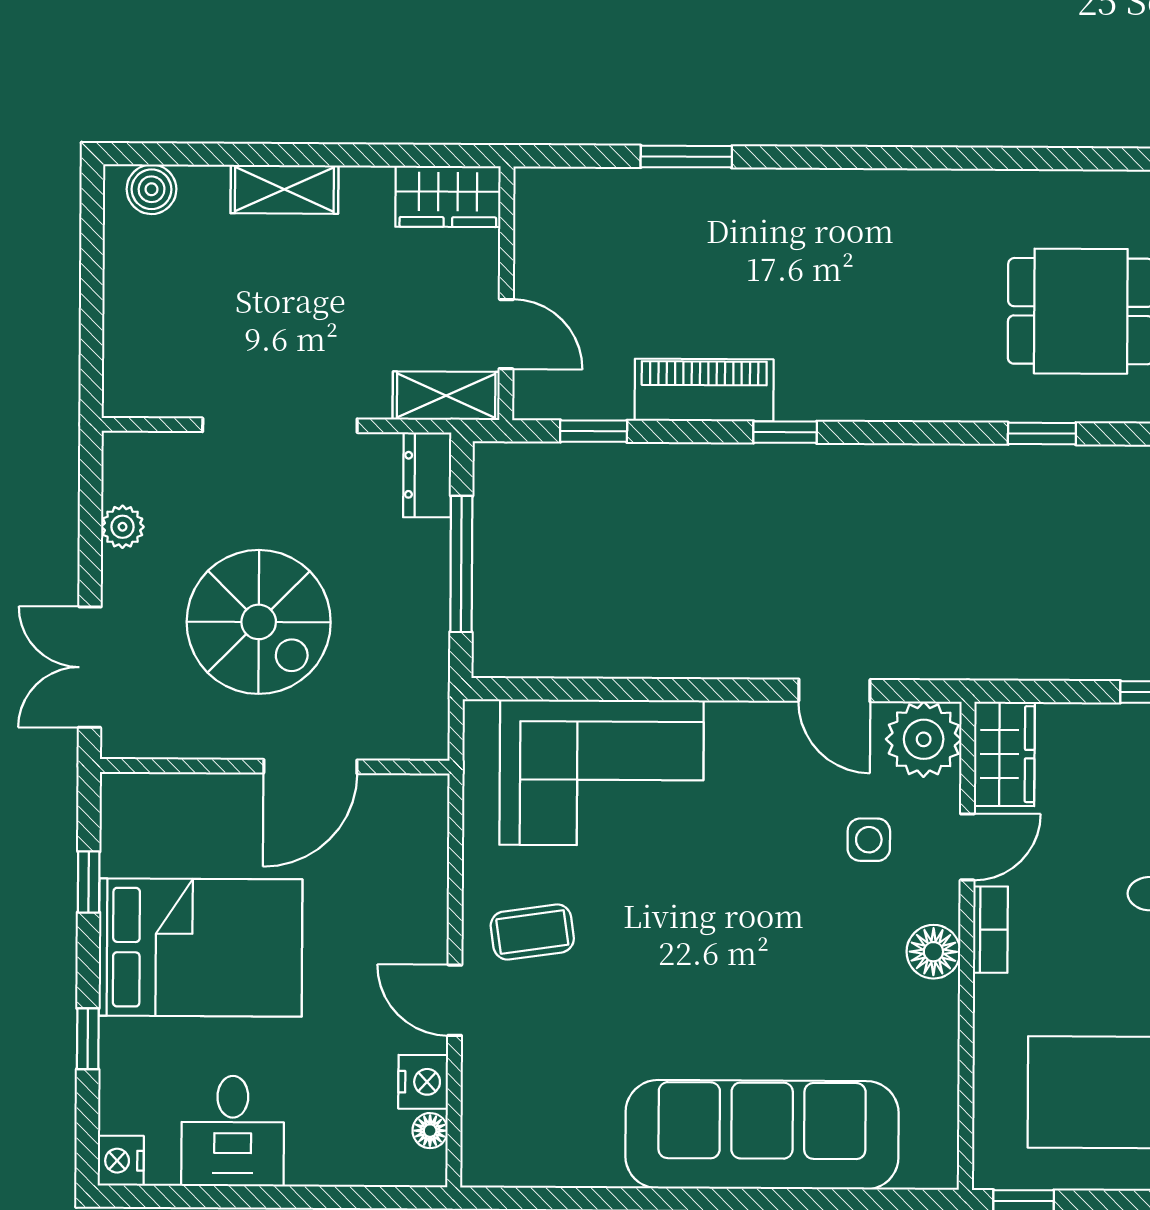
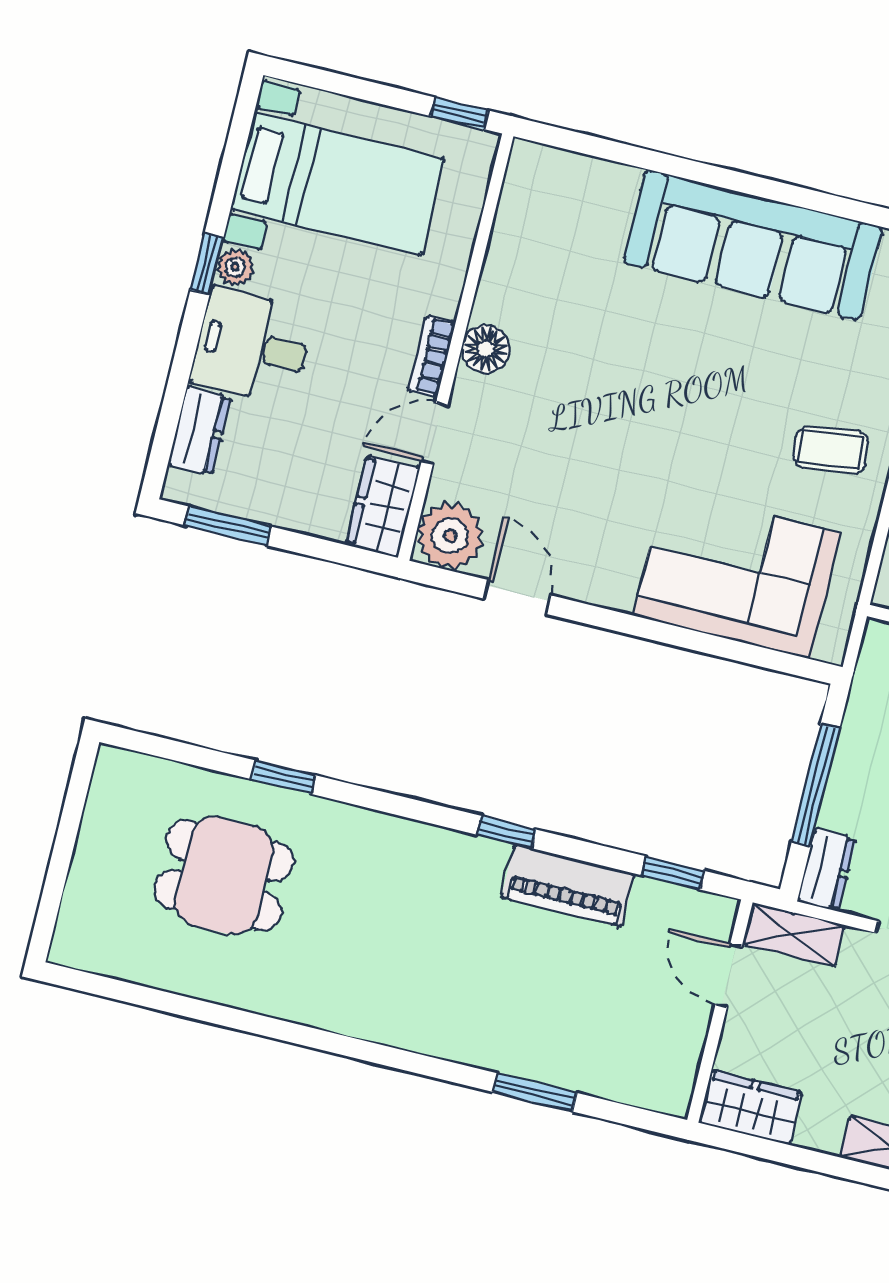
side table: (869, 840) -> (519, 460), removed
sofa: (762, 1135) -> (753, 245), moved

